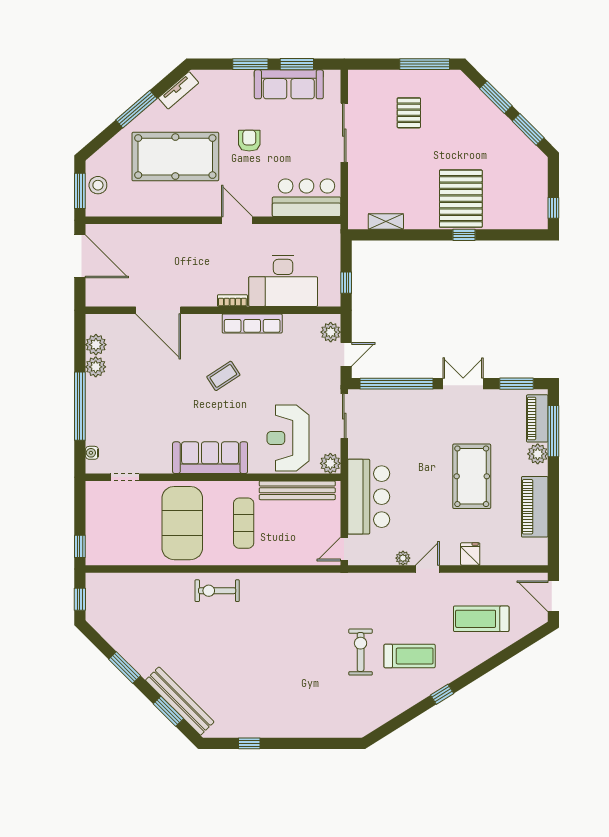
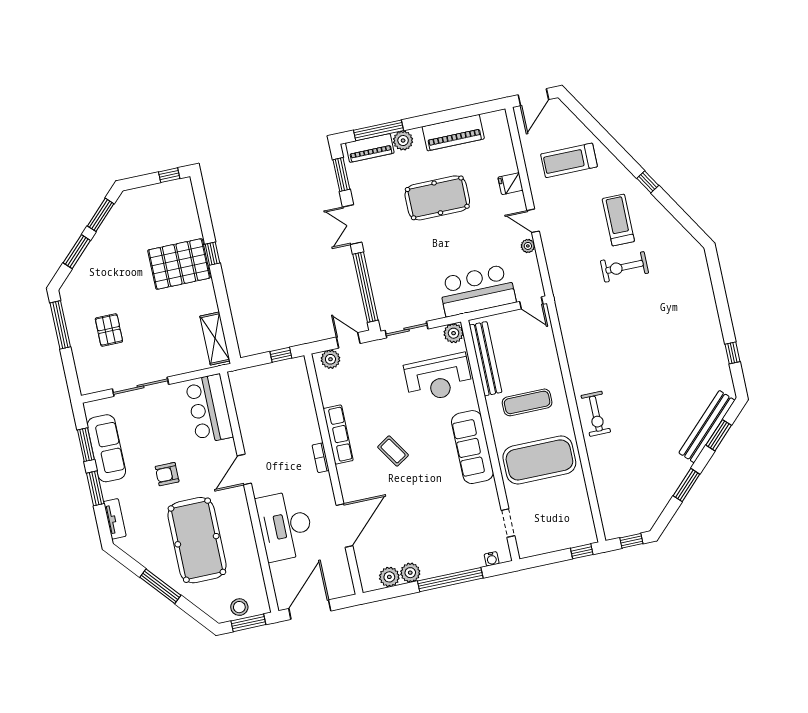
tv unit: (178, 90) -> (115, 519), moved, turned 41
pallet: (409, 113) -> (109, 330), turned 90
shelving: (386, 222) -> (215, 338), width x1.50, depth x1.33
desk: (283, 281) -> (285, 526), moved, turned 180
treadmill: (481, 619) -> (569, 160), turned 90

